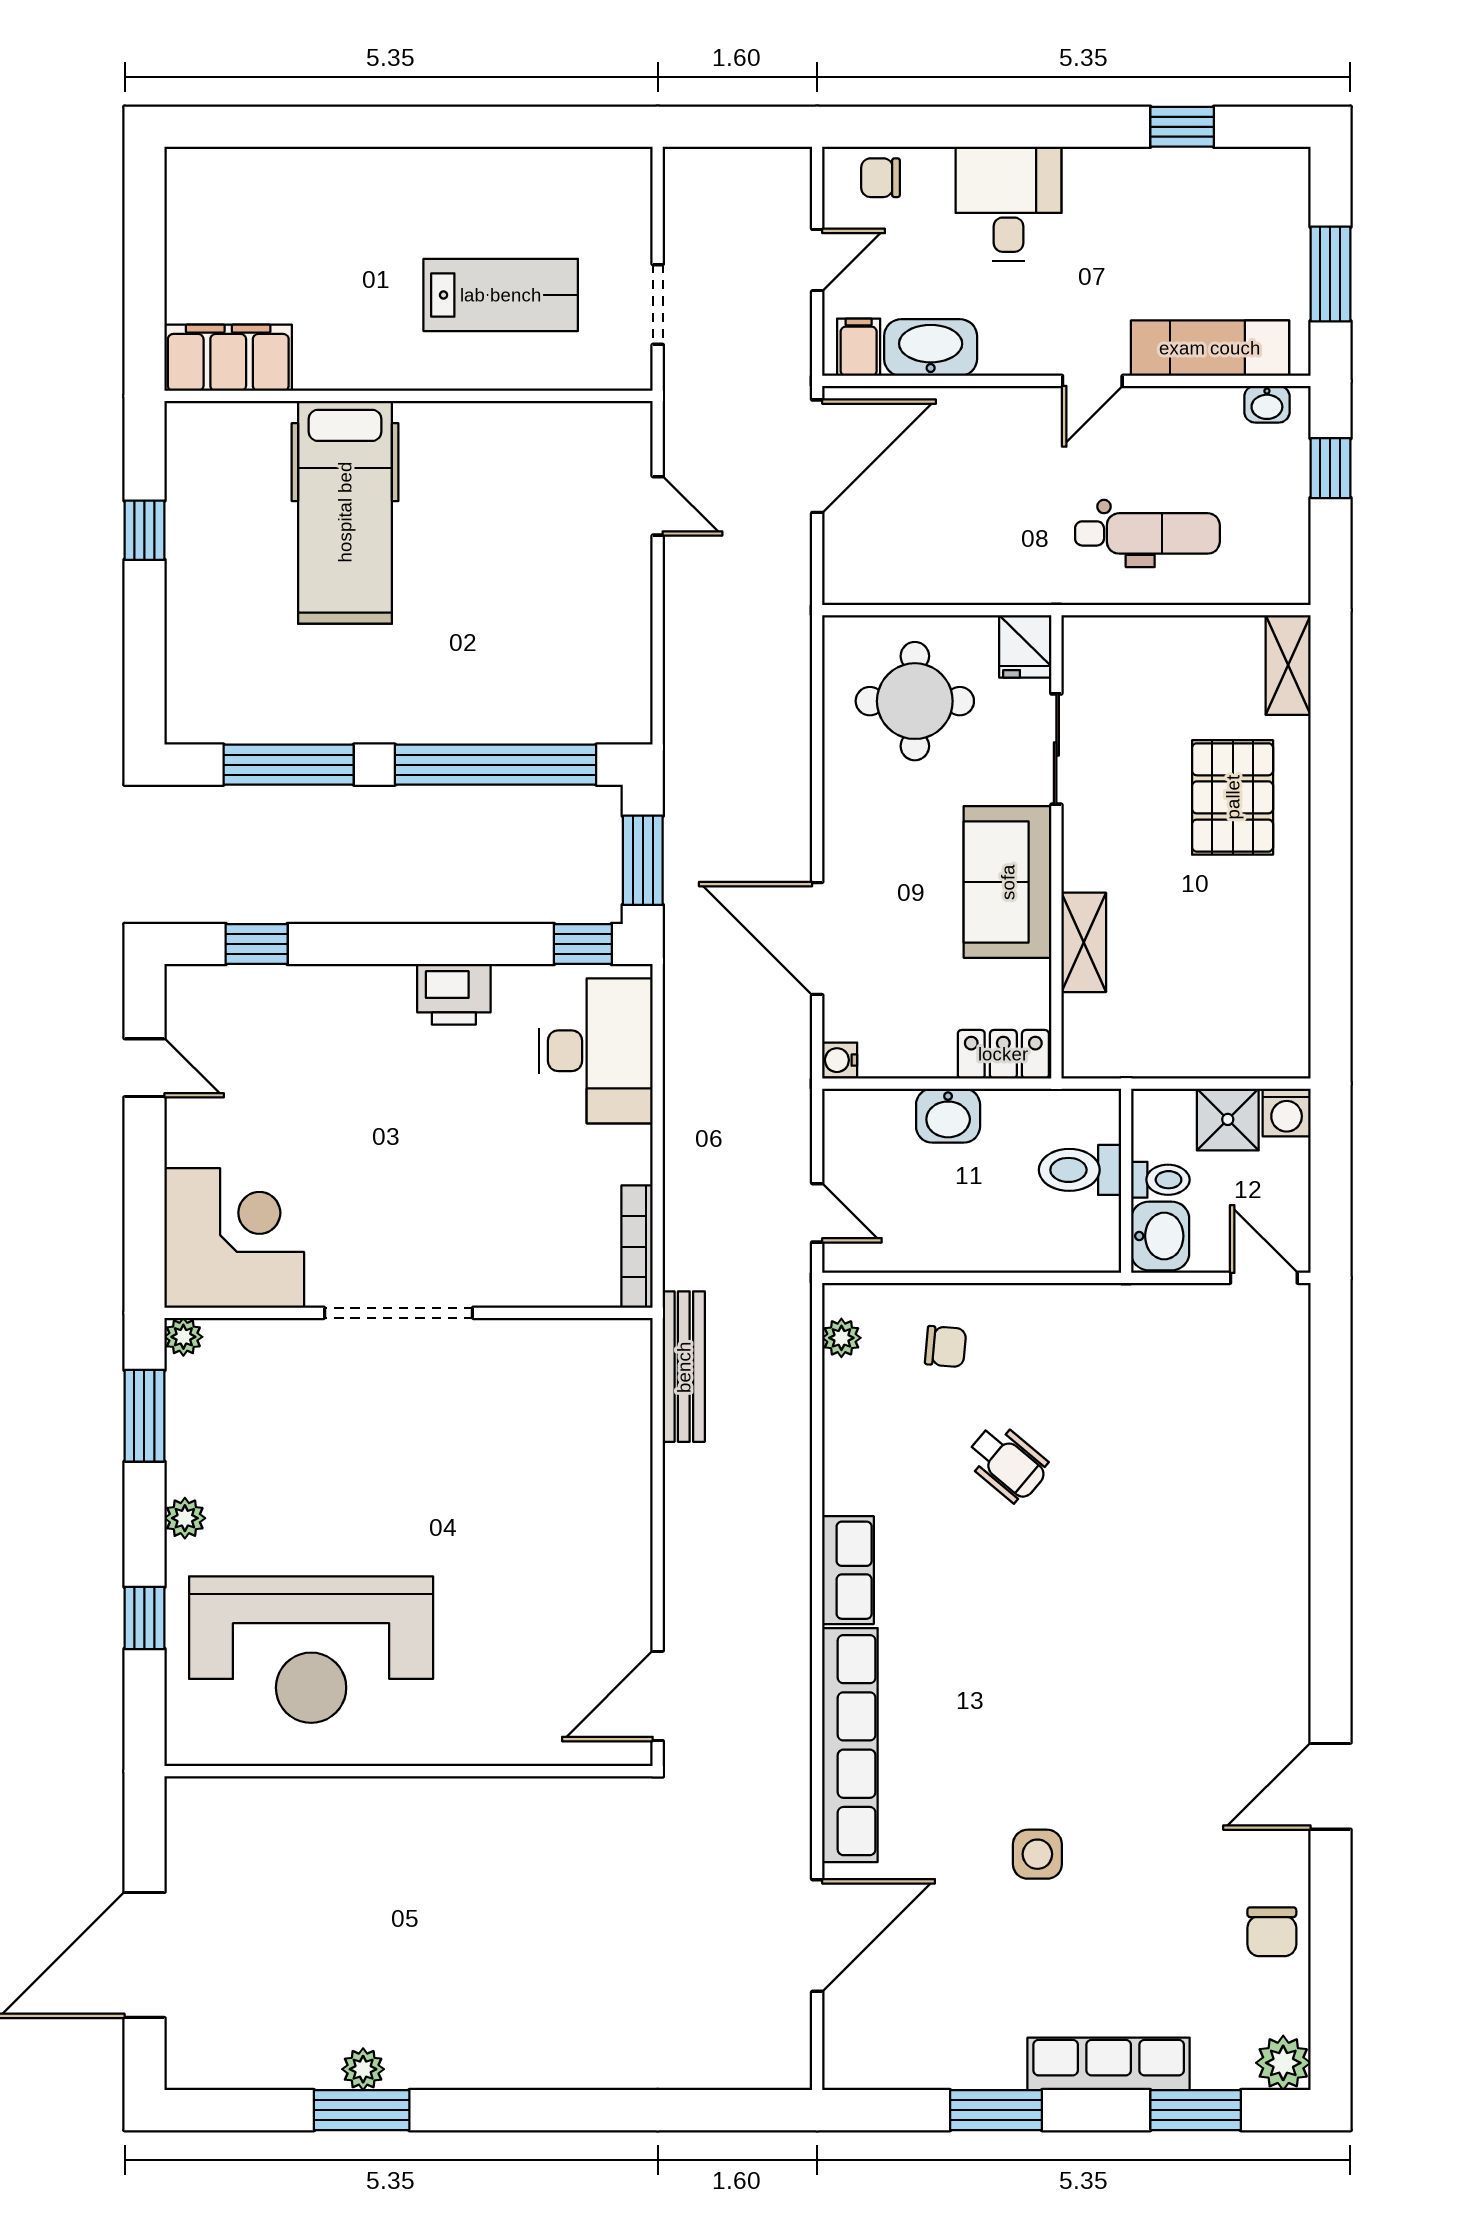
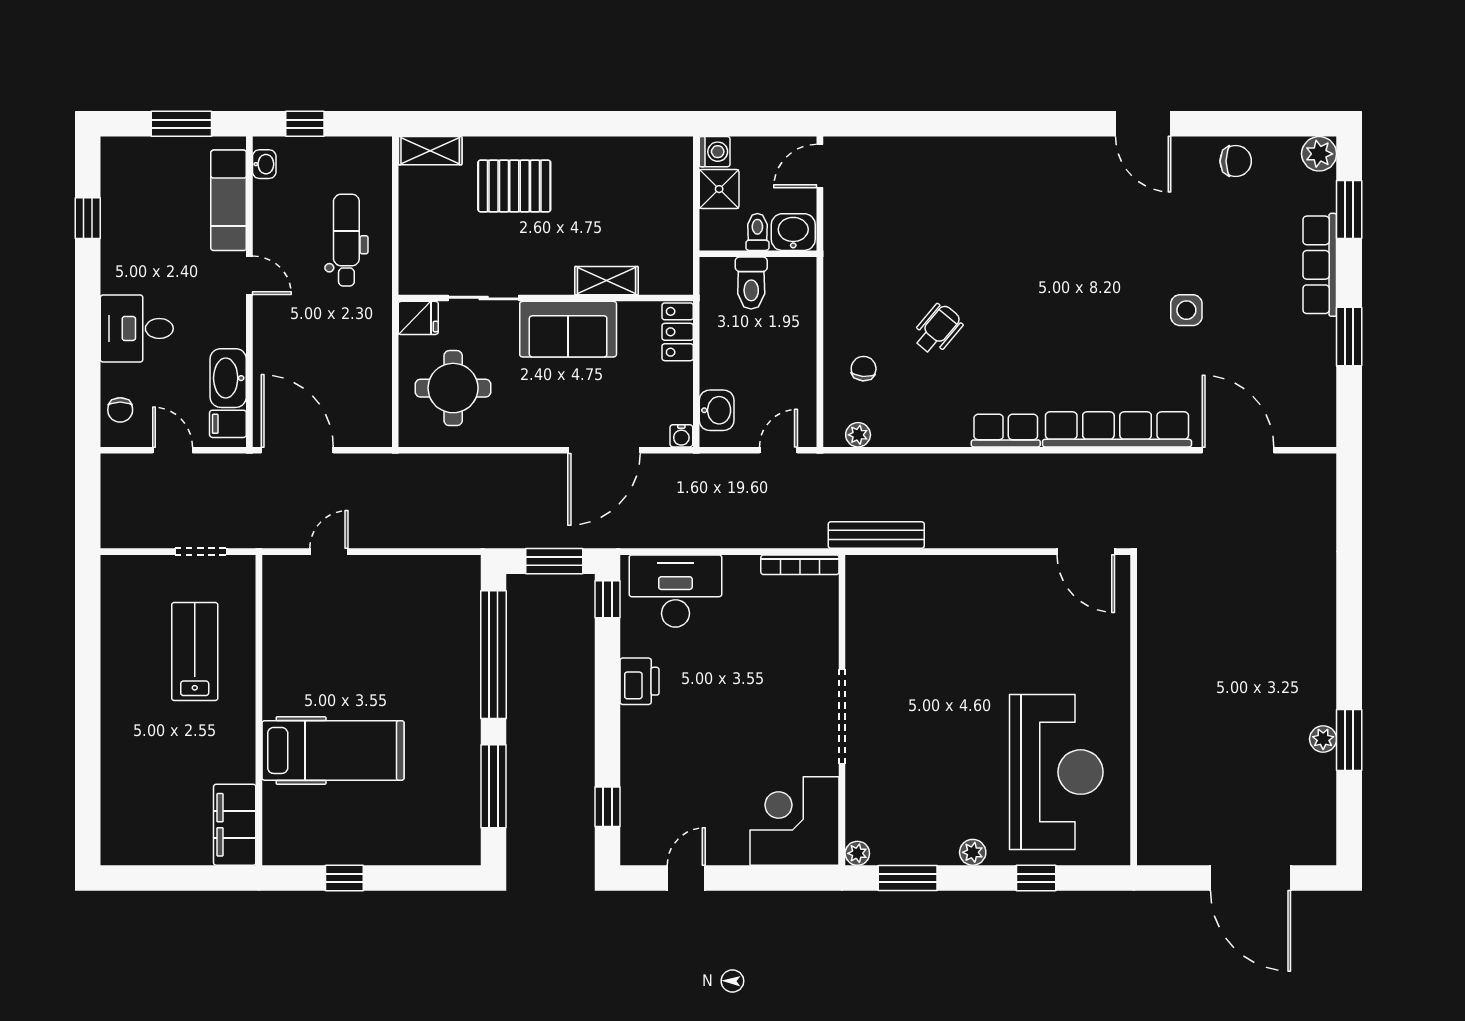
washbasin: (948, 1116) -> (717, 410), moved

